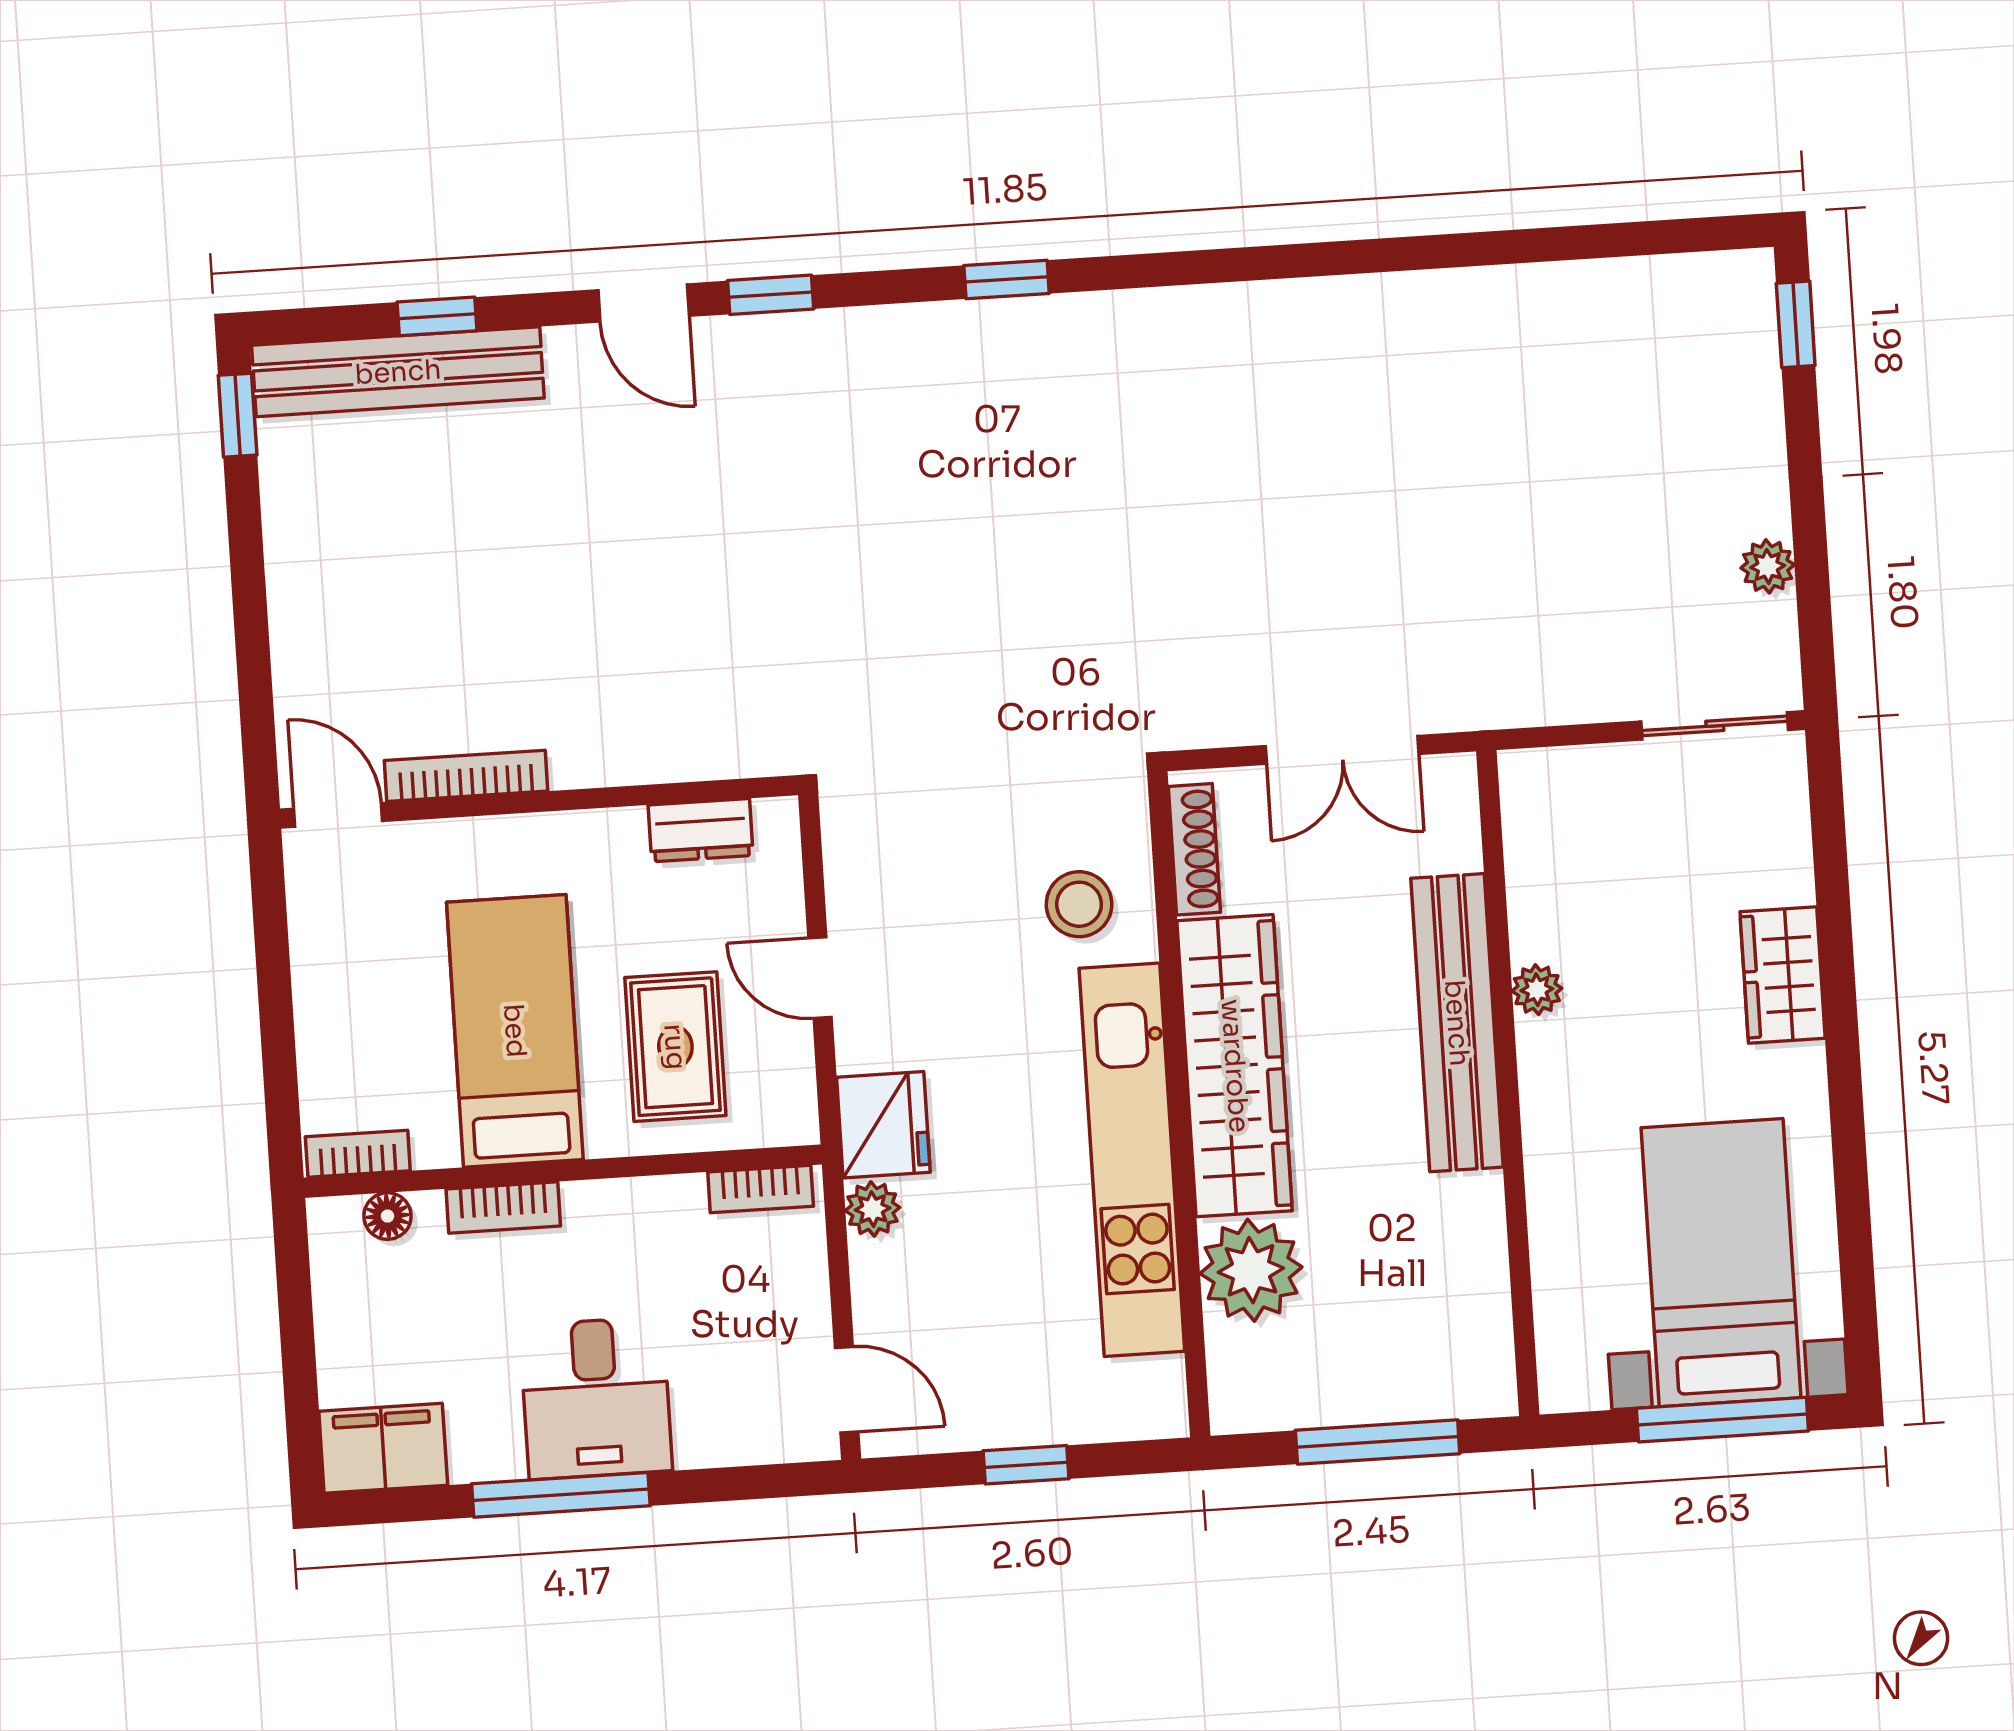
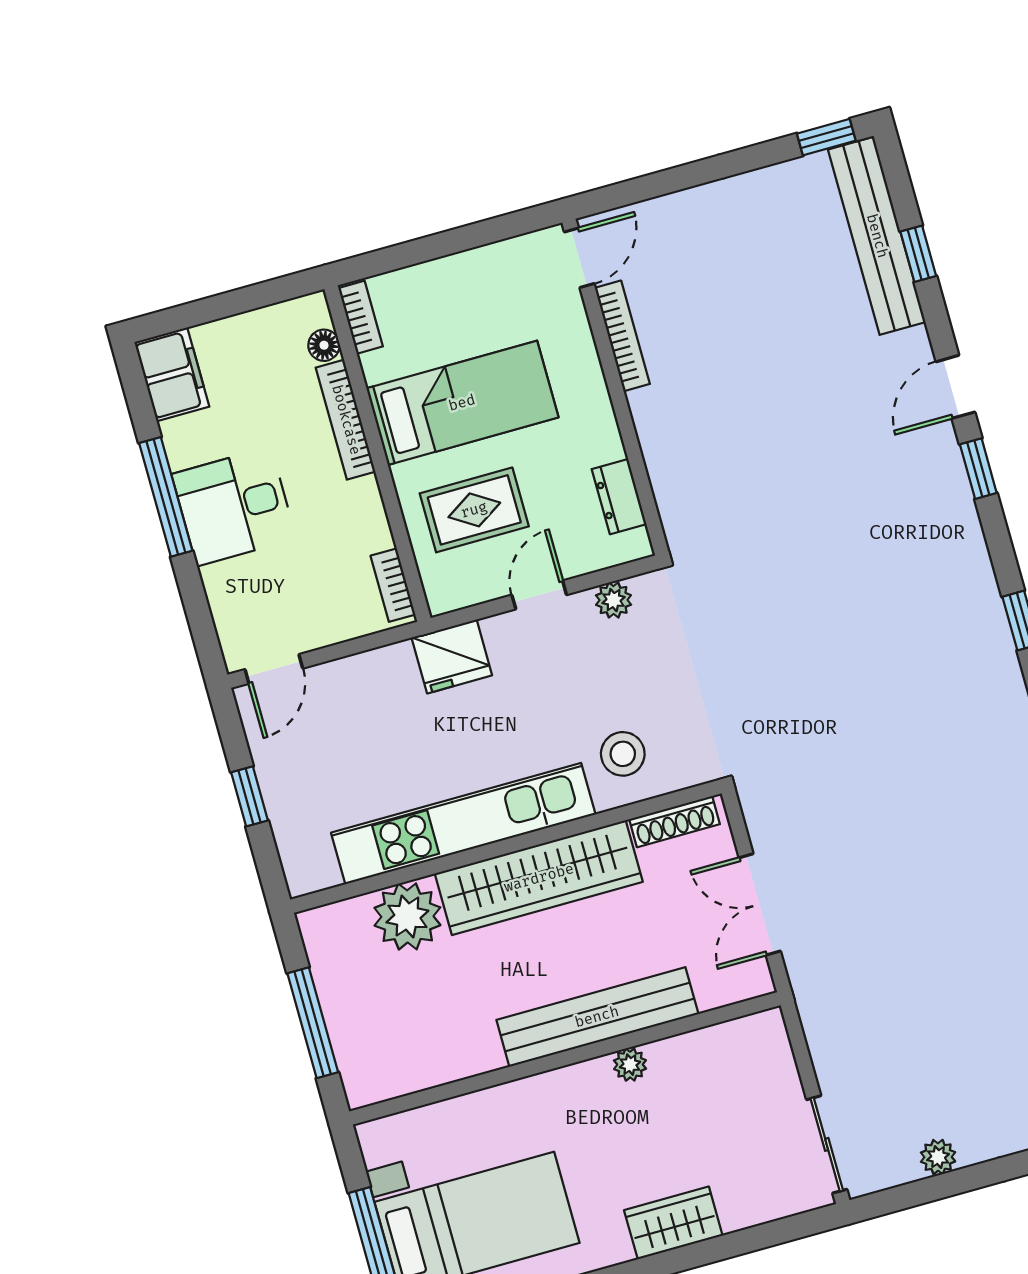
bookcase: (503, 1207) -> (346, 420), width x1.56
plant: (873, 1209) -> (614, 600), moved

